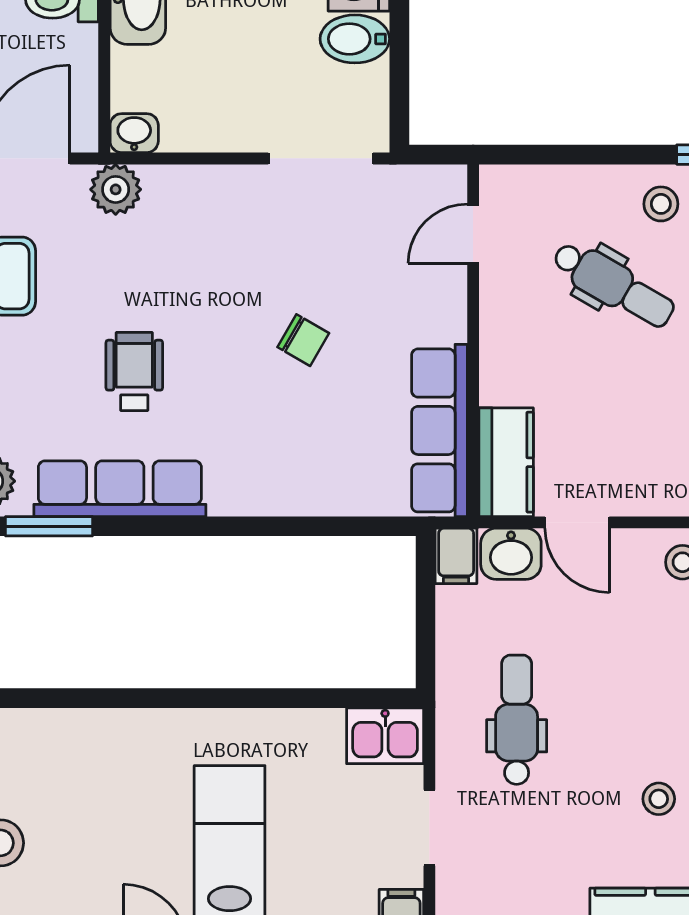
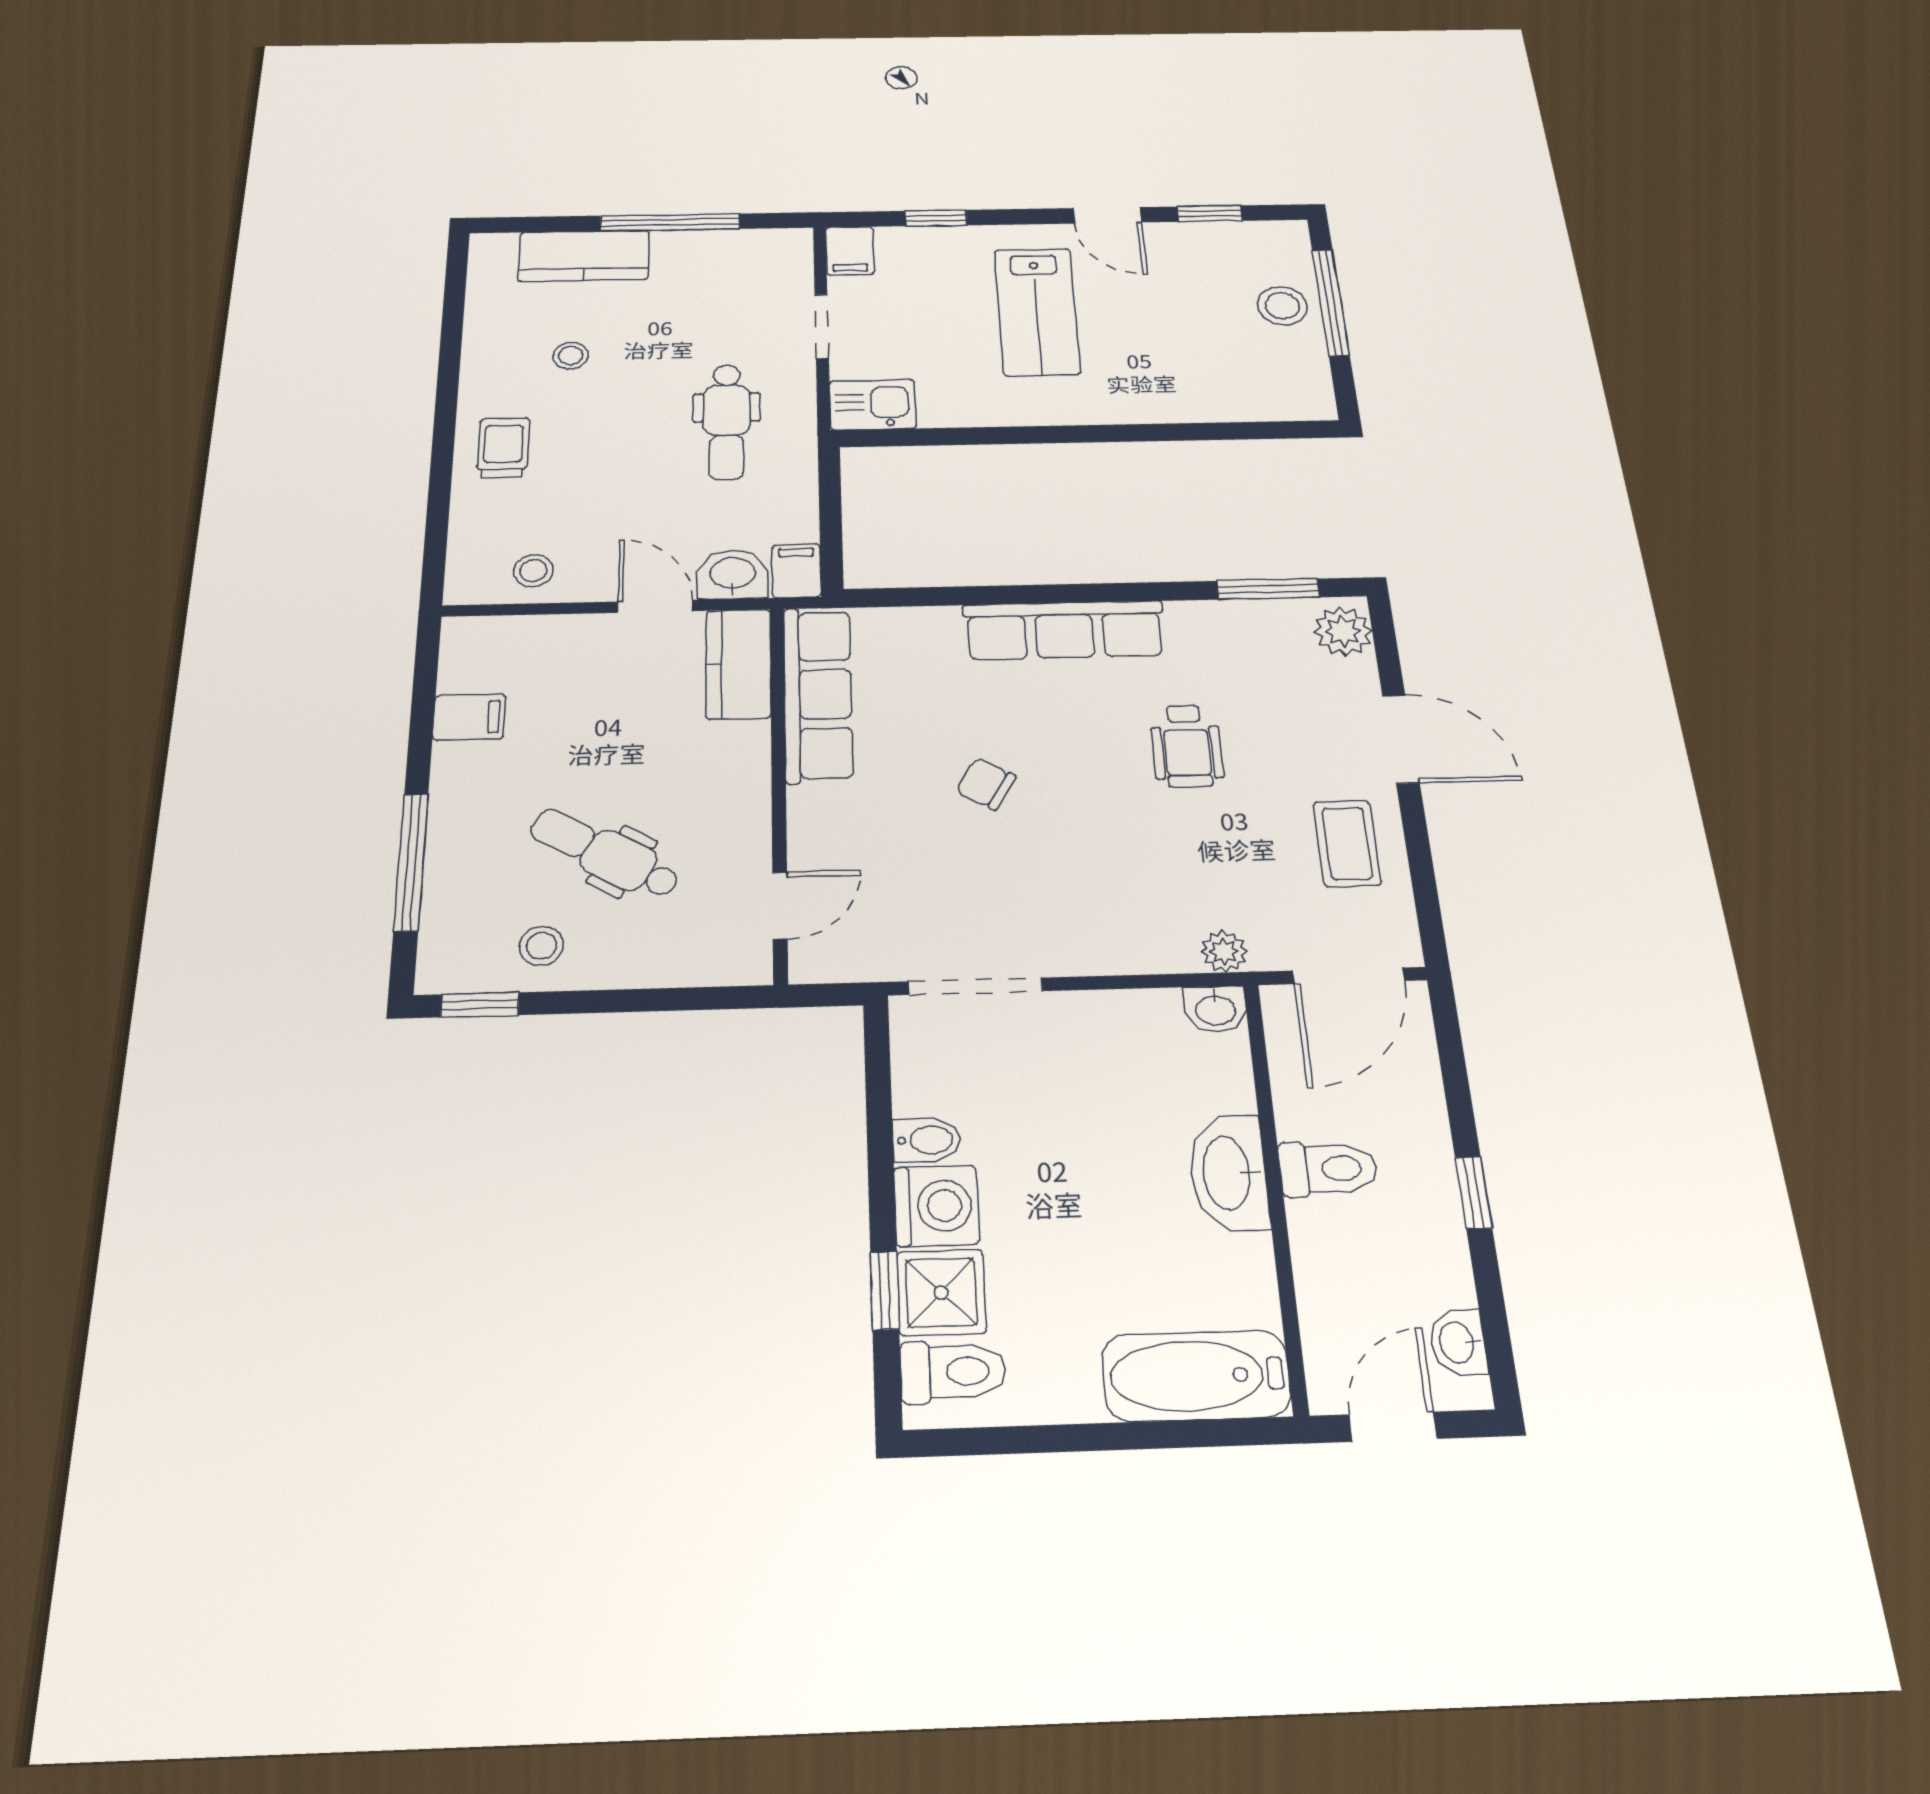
bidet: (355, 39) -> (927, 1140), width x0.72, depth x0.74
plant: (116, 189) -> (1224, 951), width x0.73, depth x0.73
row of seats: (120, 489) -> (1064, 630), moved

